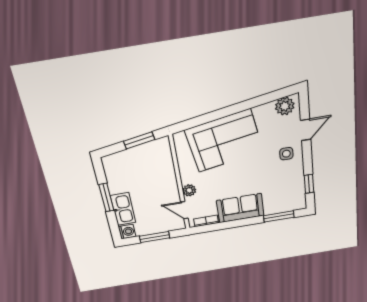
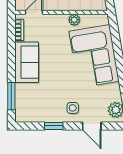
window: (309, 184) -> (54, 126), moved
plant: (189, 190) -> (74, 20), moved

